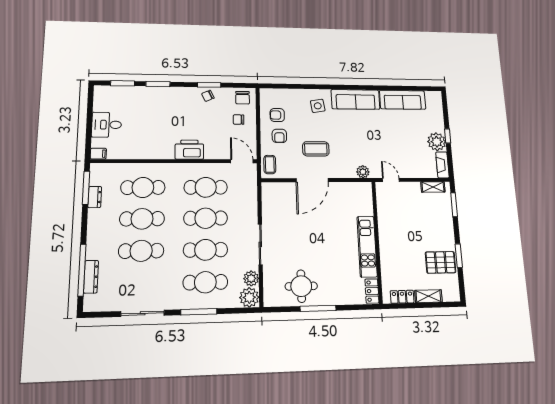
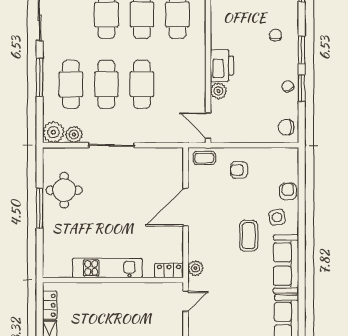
window: (158, 84) -> (302, 50), moved
armchair: (277, 115) -> (288, 191), moved
chair: (239, 120) -> (276, 35), moved
coffee table: (316, 149) -> (249, 236), moved
plant: (212, 152) -> (218, 91), added
door: (242, 161) -> (208, 126), swing flipped
door: (312, 180) -> (186, 207), hinge flipped
cafe table: (206, 187) -> (177, 84), removed
locker: (372, 291) -> (169, 271), moved

